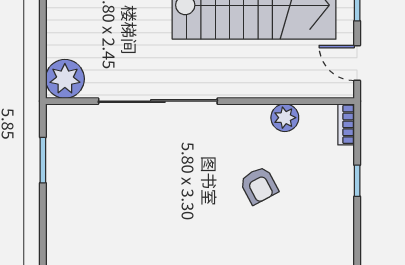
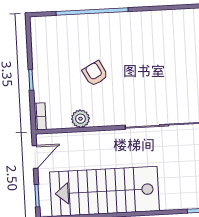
door: (357, 63) -> (35, 157), hinge flipped

